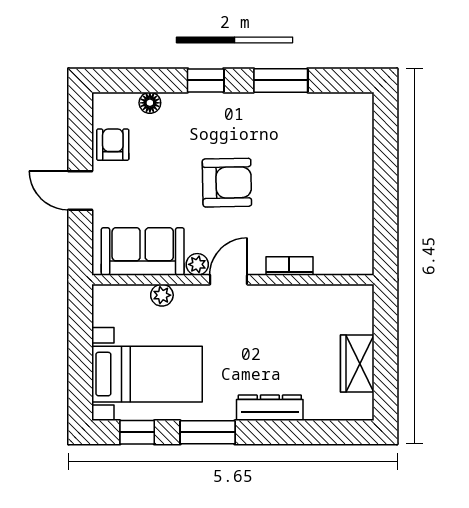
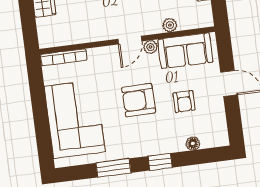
armchair: (113, 145) -> (184, 102), moved
corner sofa: (332, 166) -> (75, 119), added
bookcase: (289, 266) -> (64, 57), moved, width x1.56

